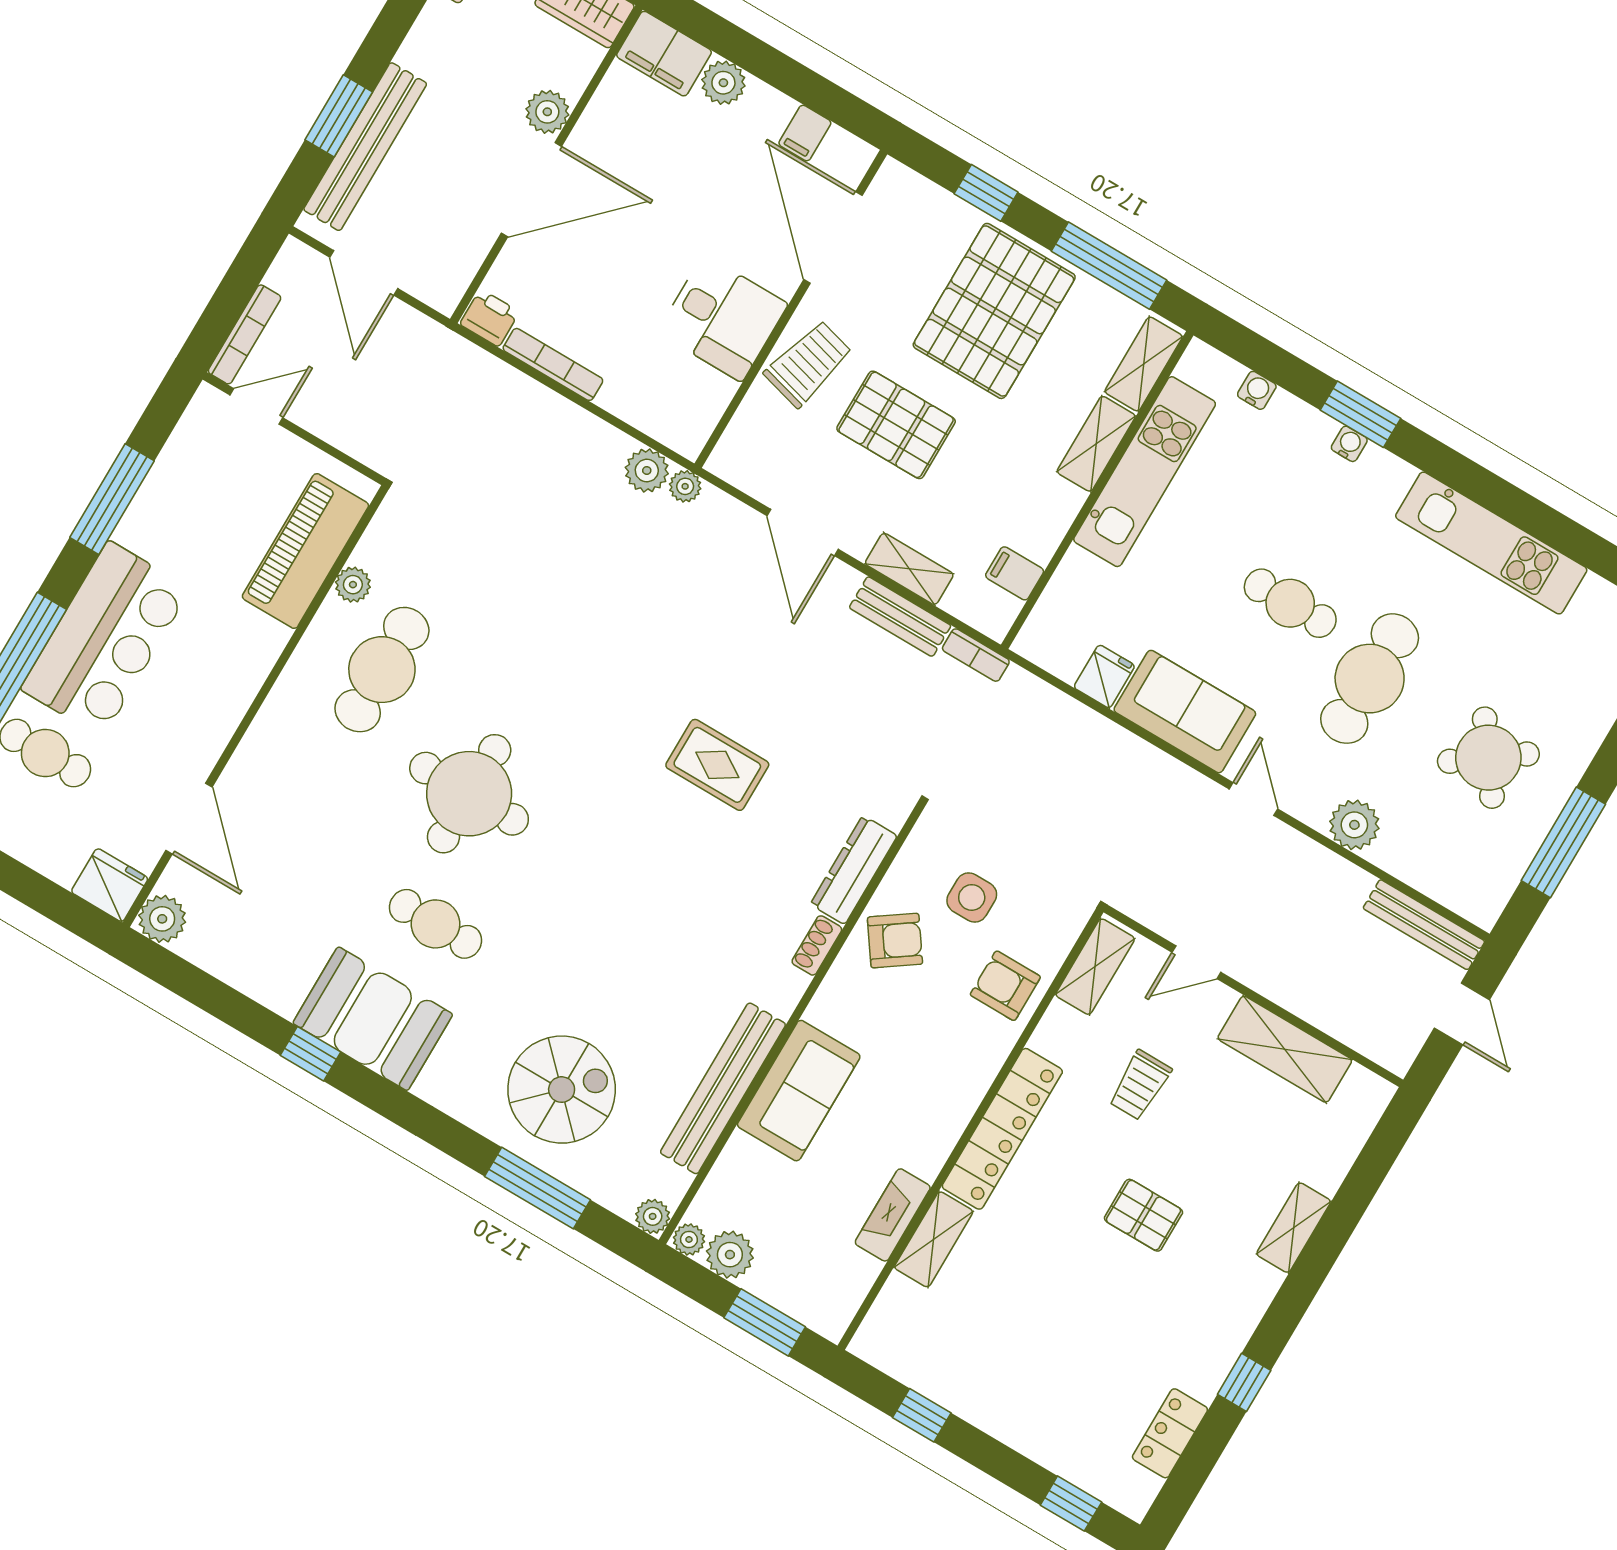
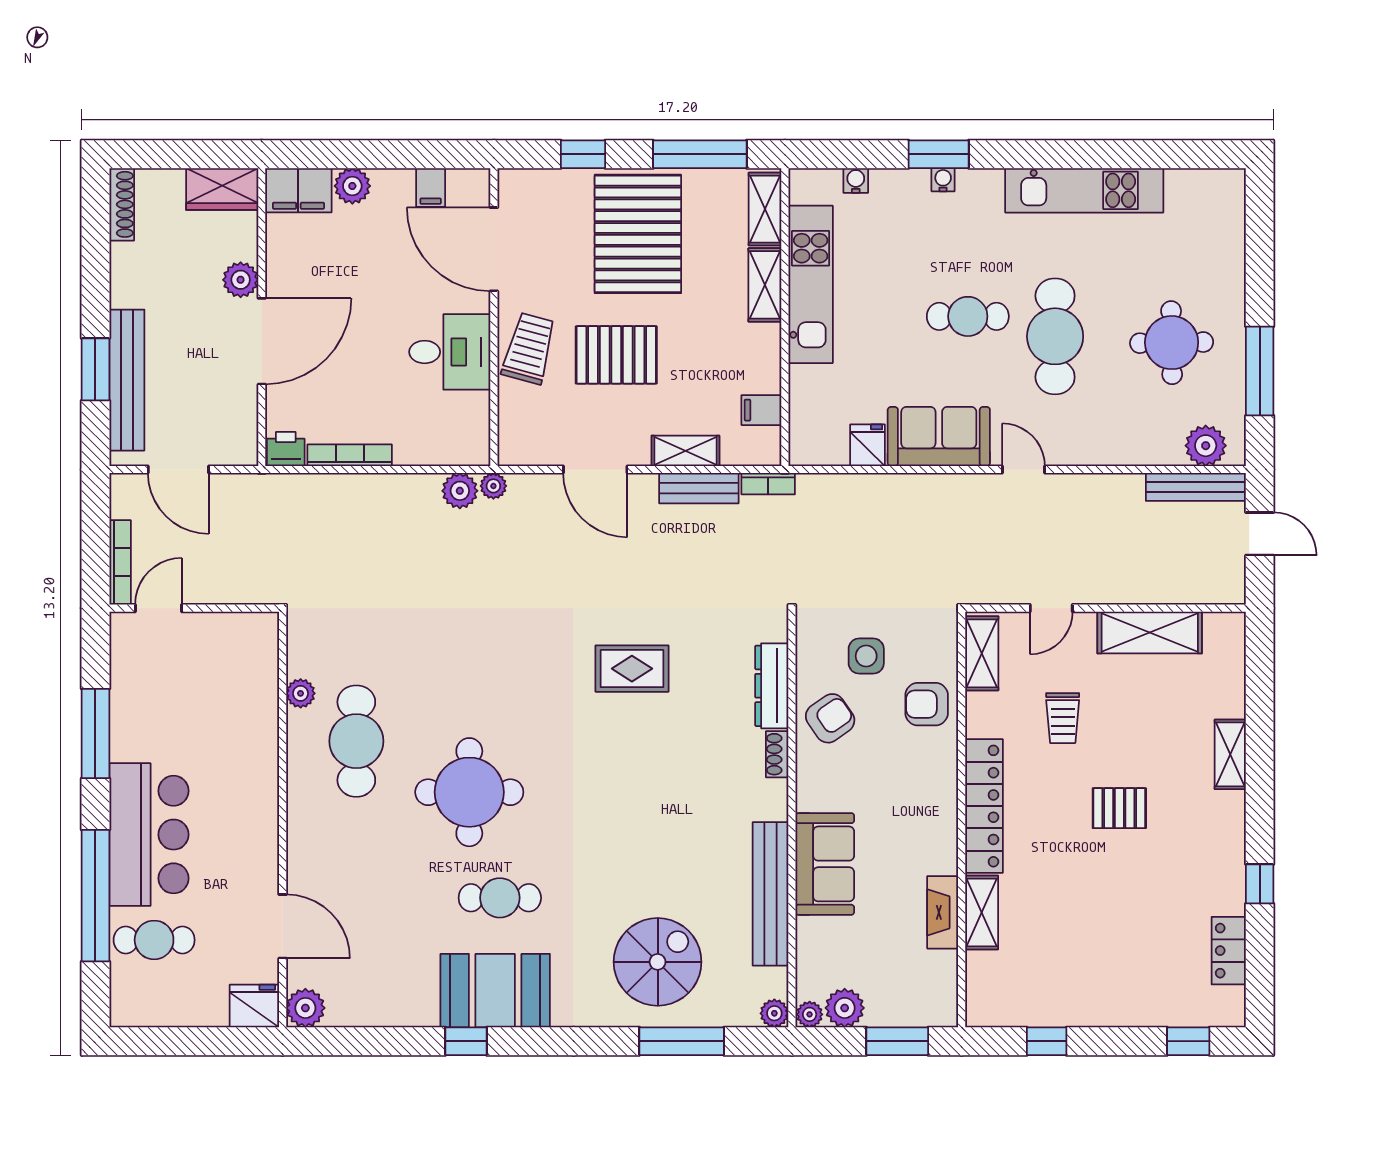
piano: (305, 551) -> (253, 689), removed
round table: (1488, 758) -> (1172, 343), turned 35
plant: (1354, 825) -> (1206, 446), moved

